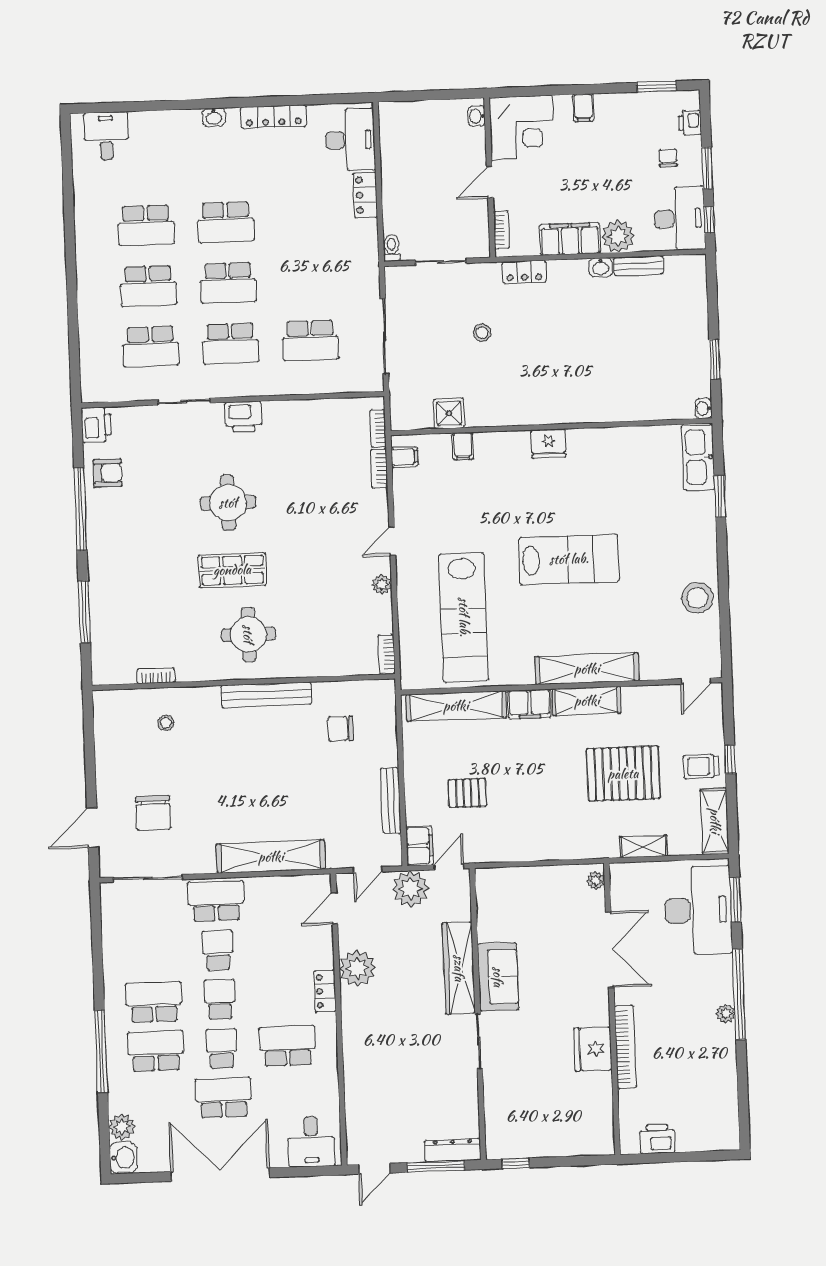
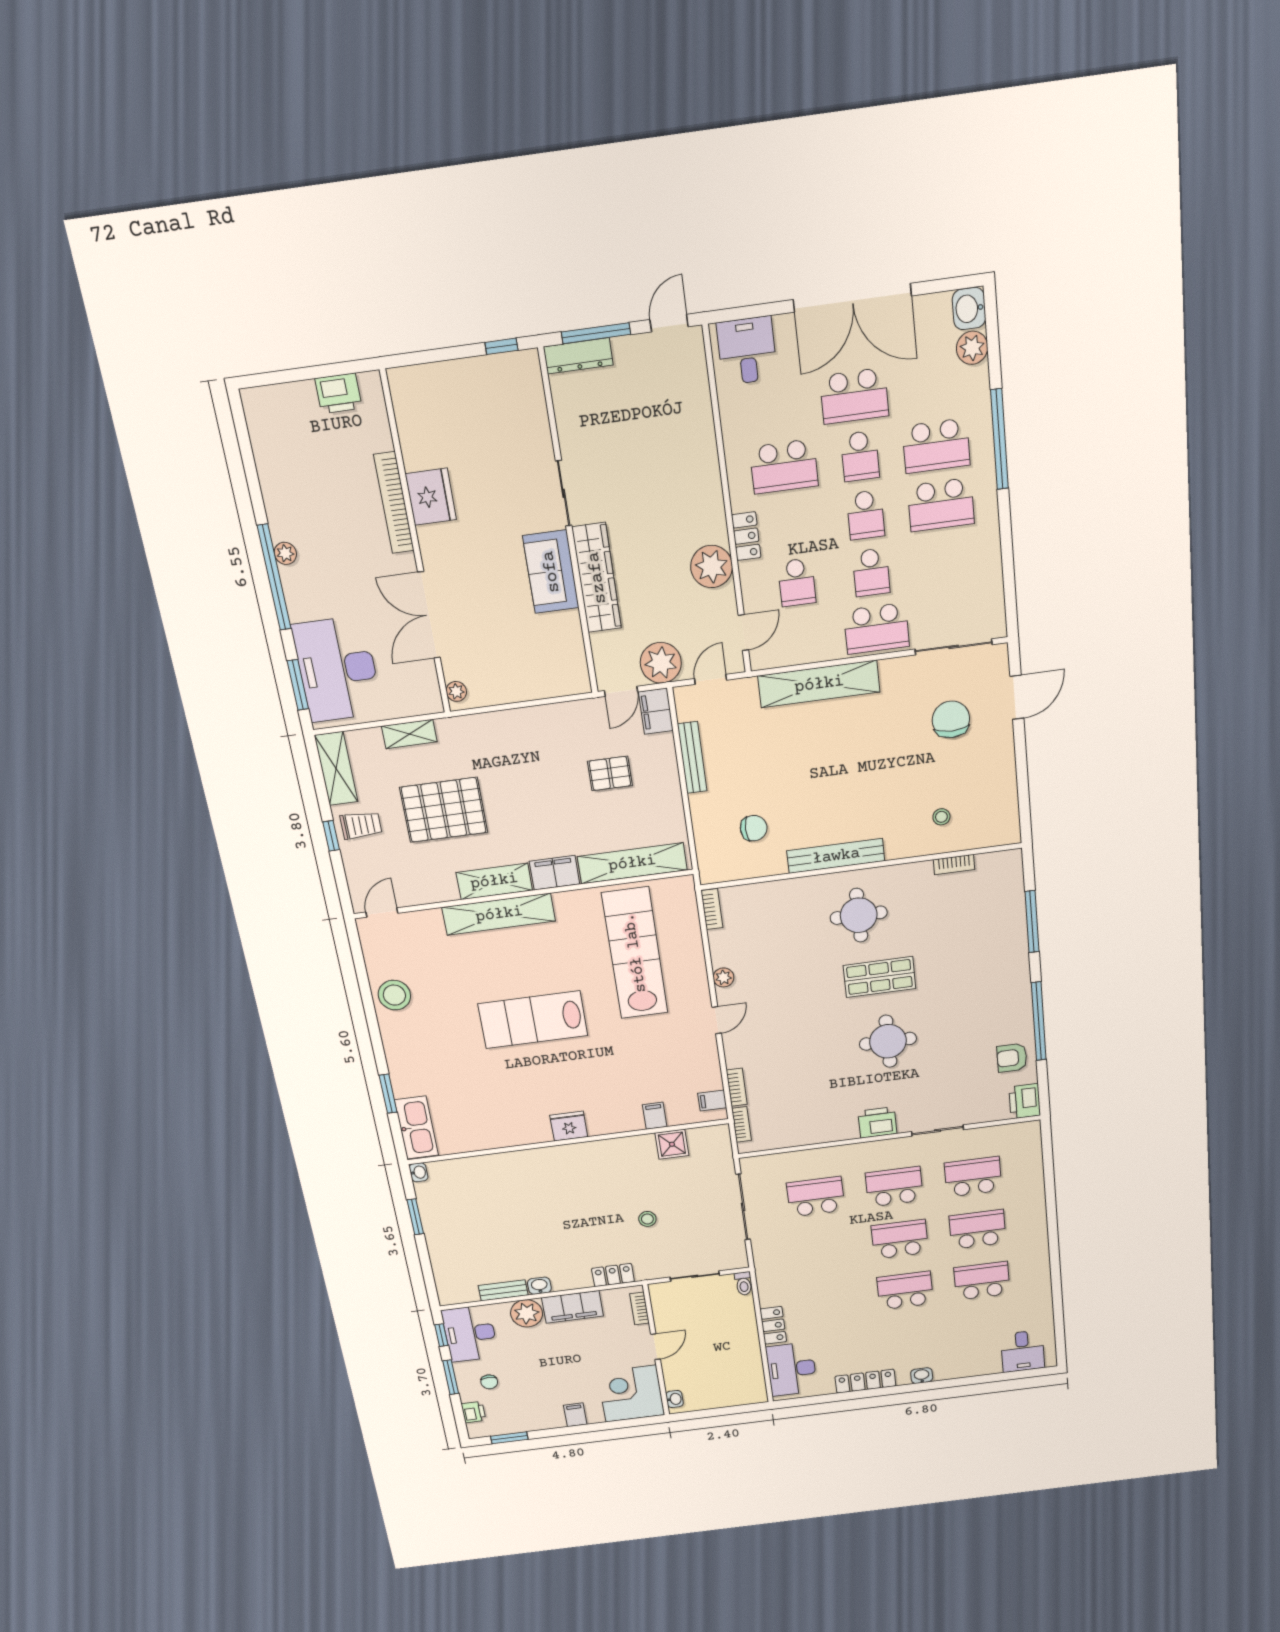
school desk: (284, 948) -> (797, 582), added

